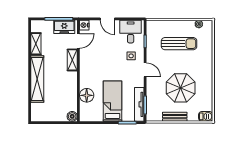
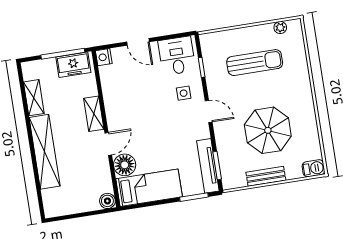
door: (78, 41) -> (108, 144), moved
bed: (113, 101) -> (149, 188), moved, turned 90

